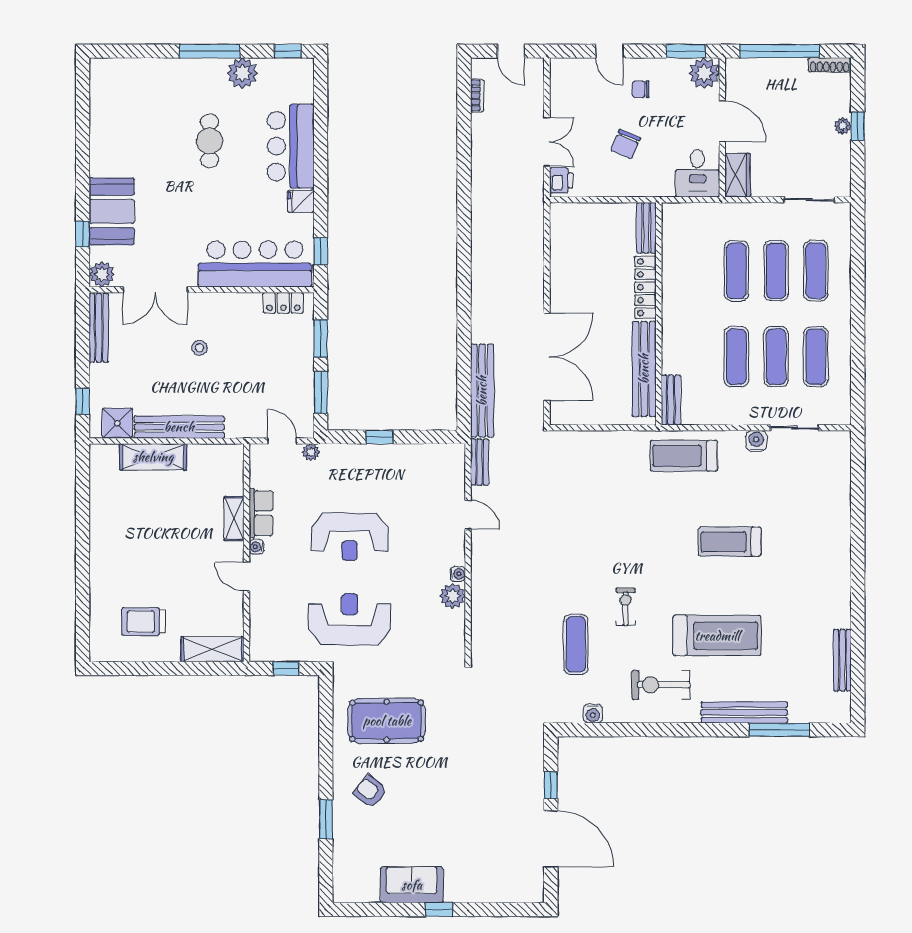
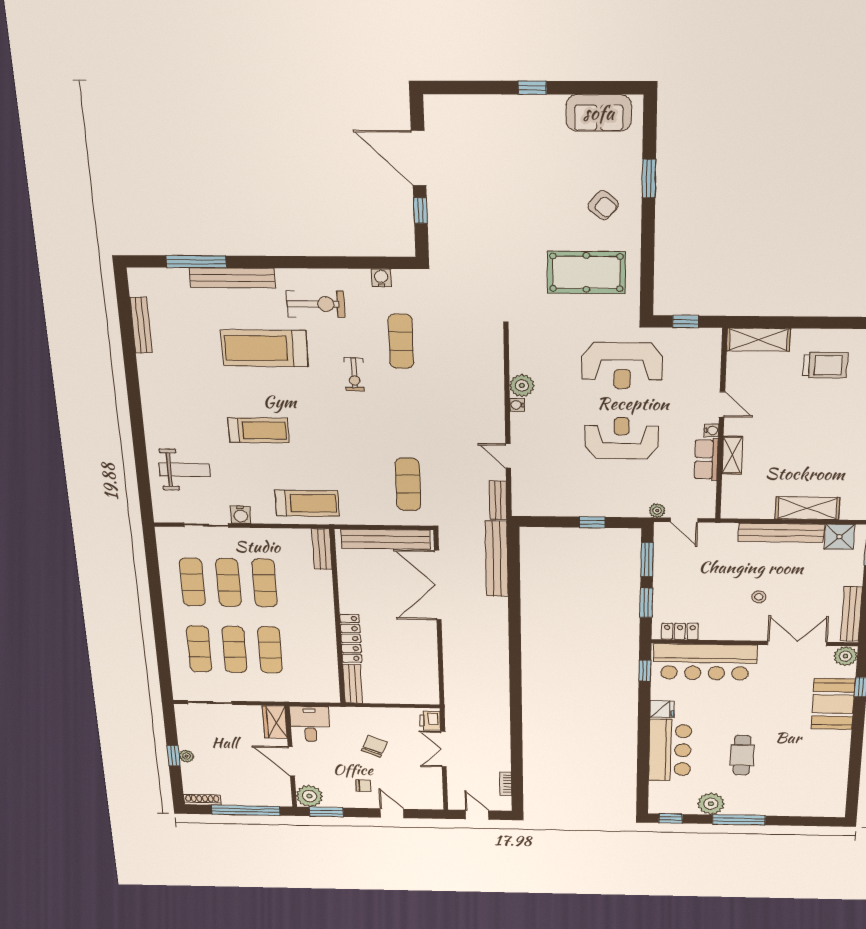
bench: (644, 369) -> (386, 539), moved, turned 90
exercise mat: (575, 480) -> (408, 484), added
weight bench: (812, 494) -> (184, 470), added
sofa: (412, 885) -> (599, 113), moved

